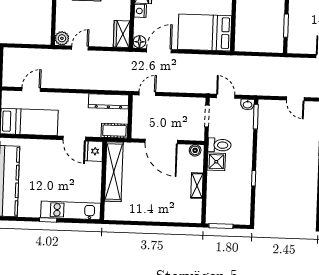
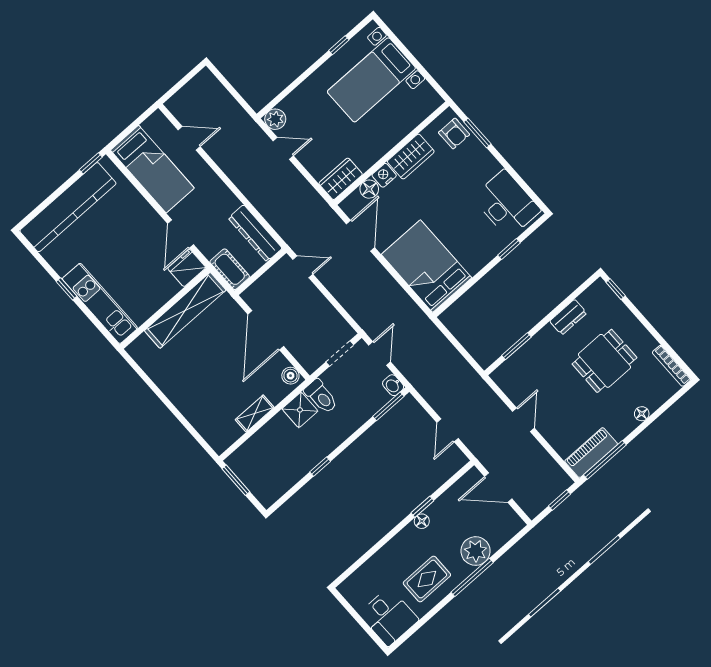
floor lamp: (139, 42) -> (369, 189), moved
door: (159, 51) -> (361, 236), hinge flipped

